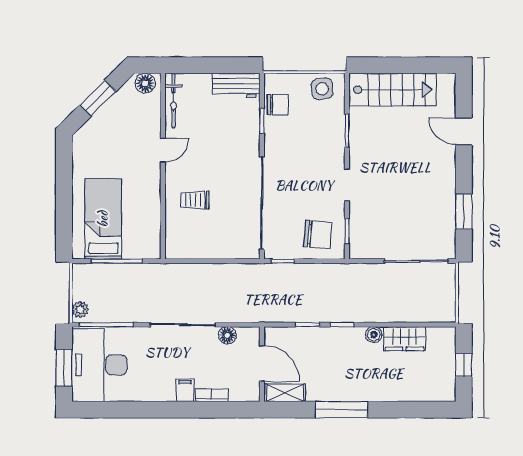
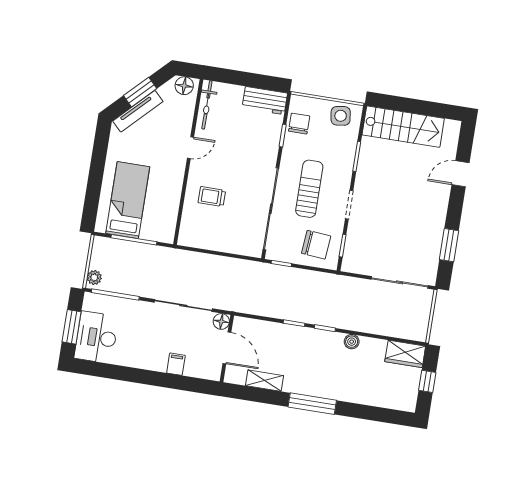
chair: (278, 105) -> (299, 124), turned -90
tv unit: (99, 119) -> (138, 111), added
door: (464, 131) -> (460, 174), hinge flipped
sun lounger: (301, 174) -> (309, 189), added
wardrobe: (404, 339) -> (405, 354), moved
door: (262, 363) -> (227, 348), moved
wall: (262, 364) -> (227, 348), moved
desk: (99, 365) -> (96, 337), width x0.73, depth x0.77
bookcase: (212, 395) -> (199, 372), removed

